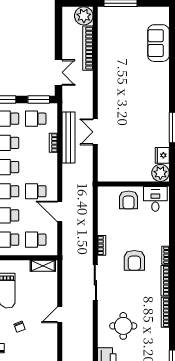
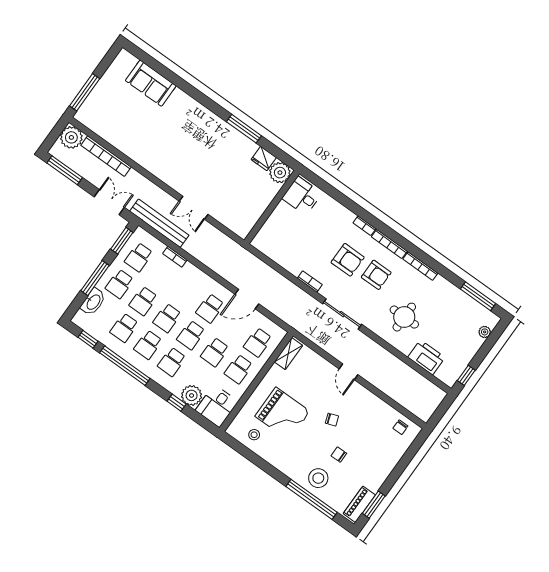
window: (58, 27) -> (65, 170), added
bench: (68, 137) -> (159, 223), moved
armchair: (129, 200) -> (376, 275), moved

